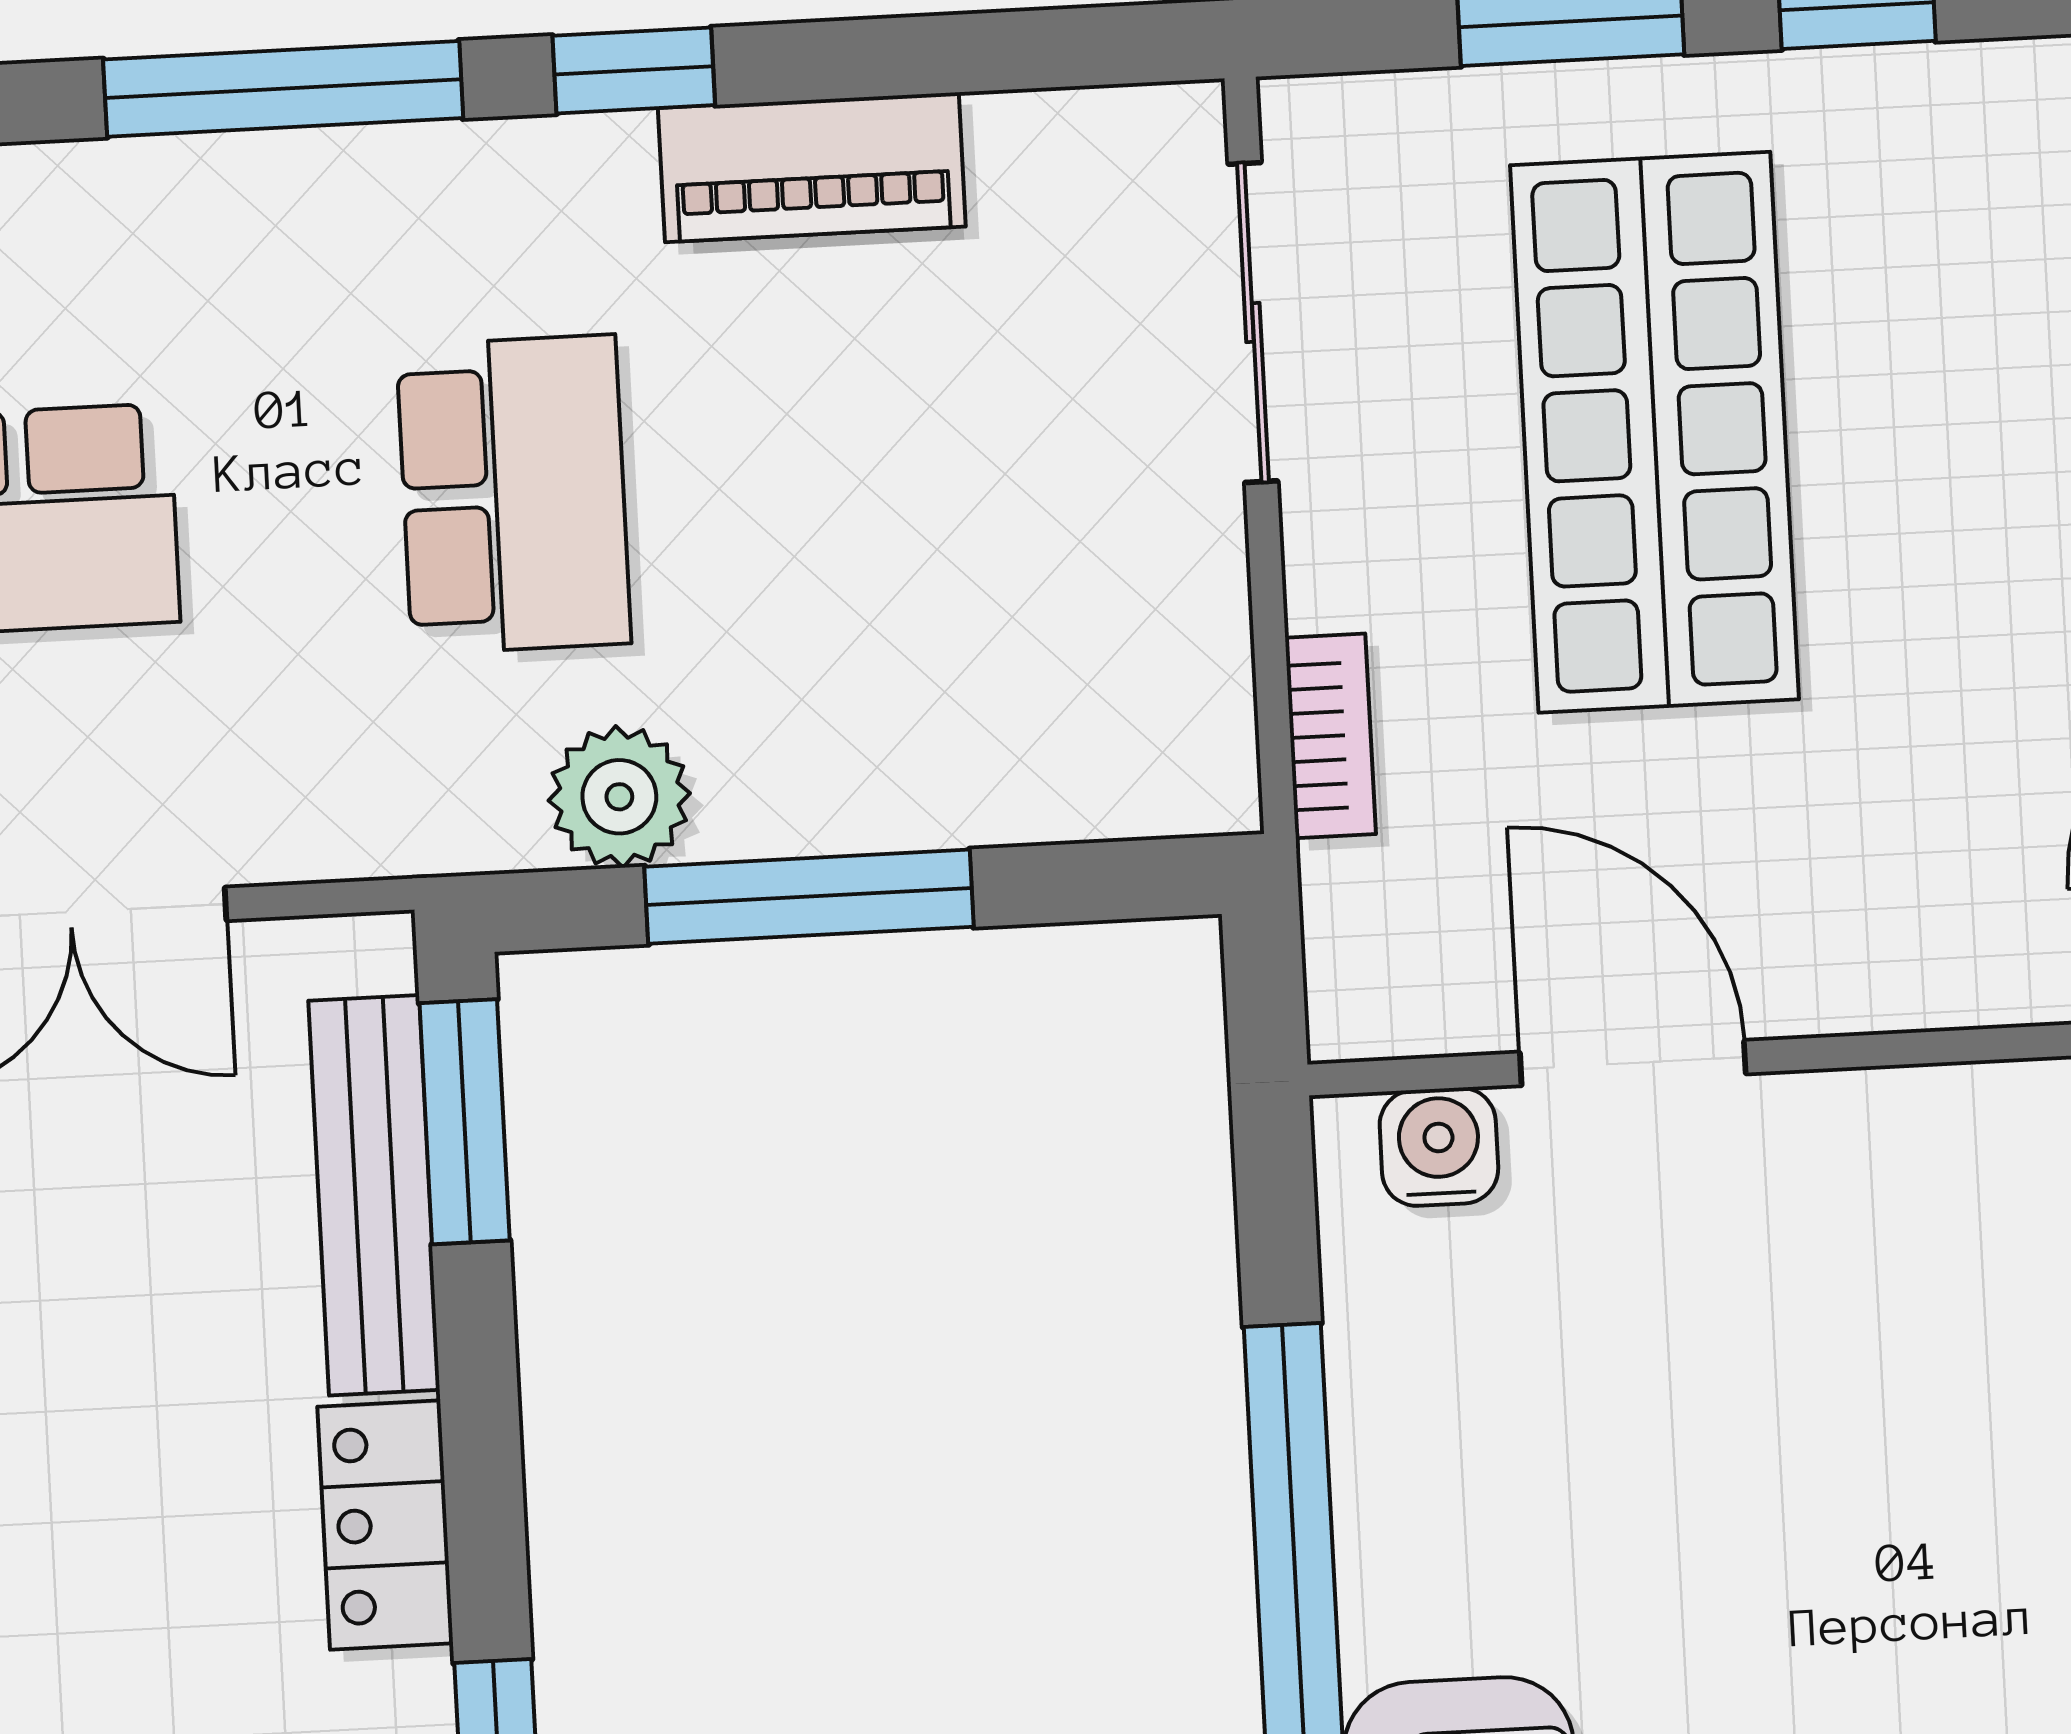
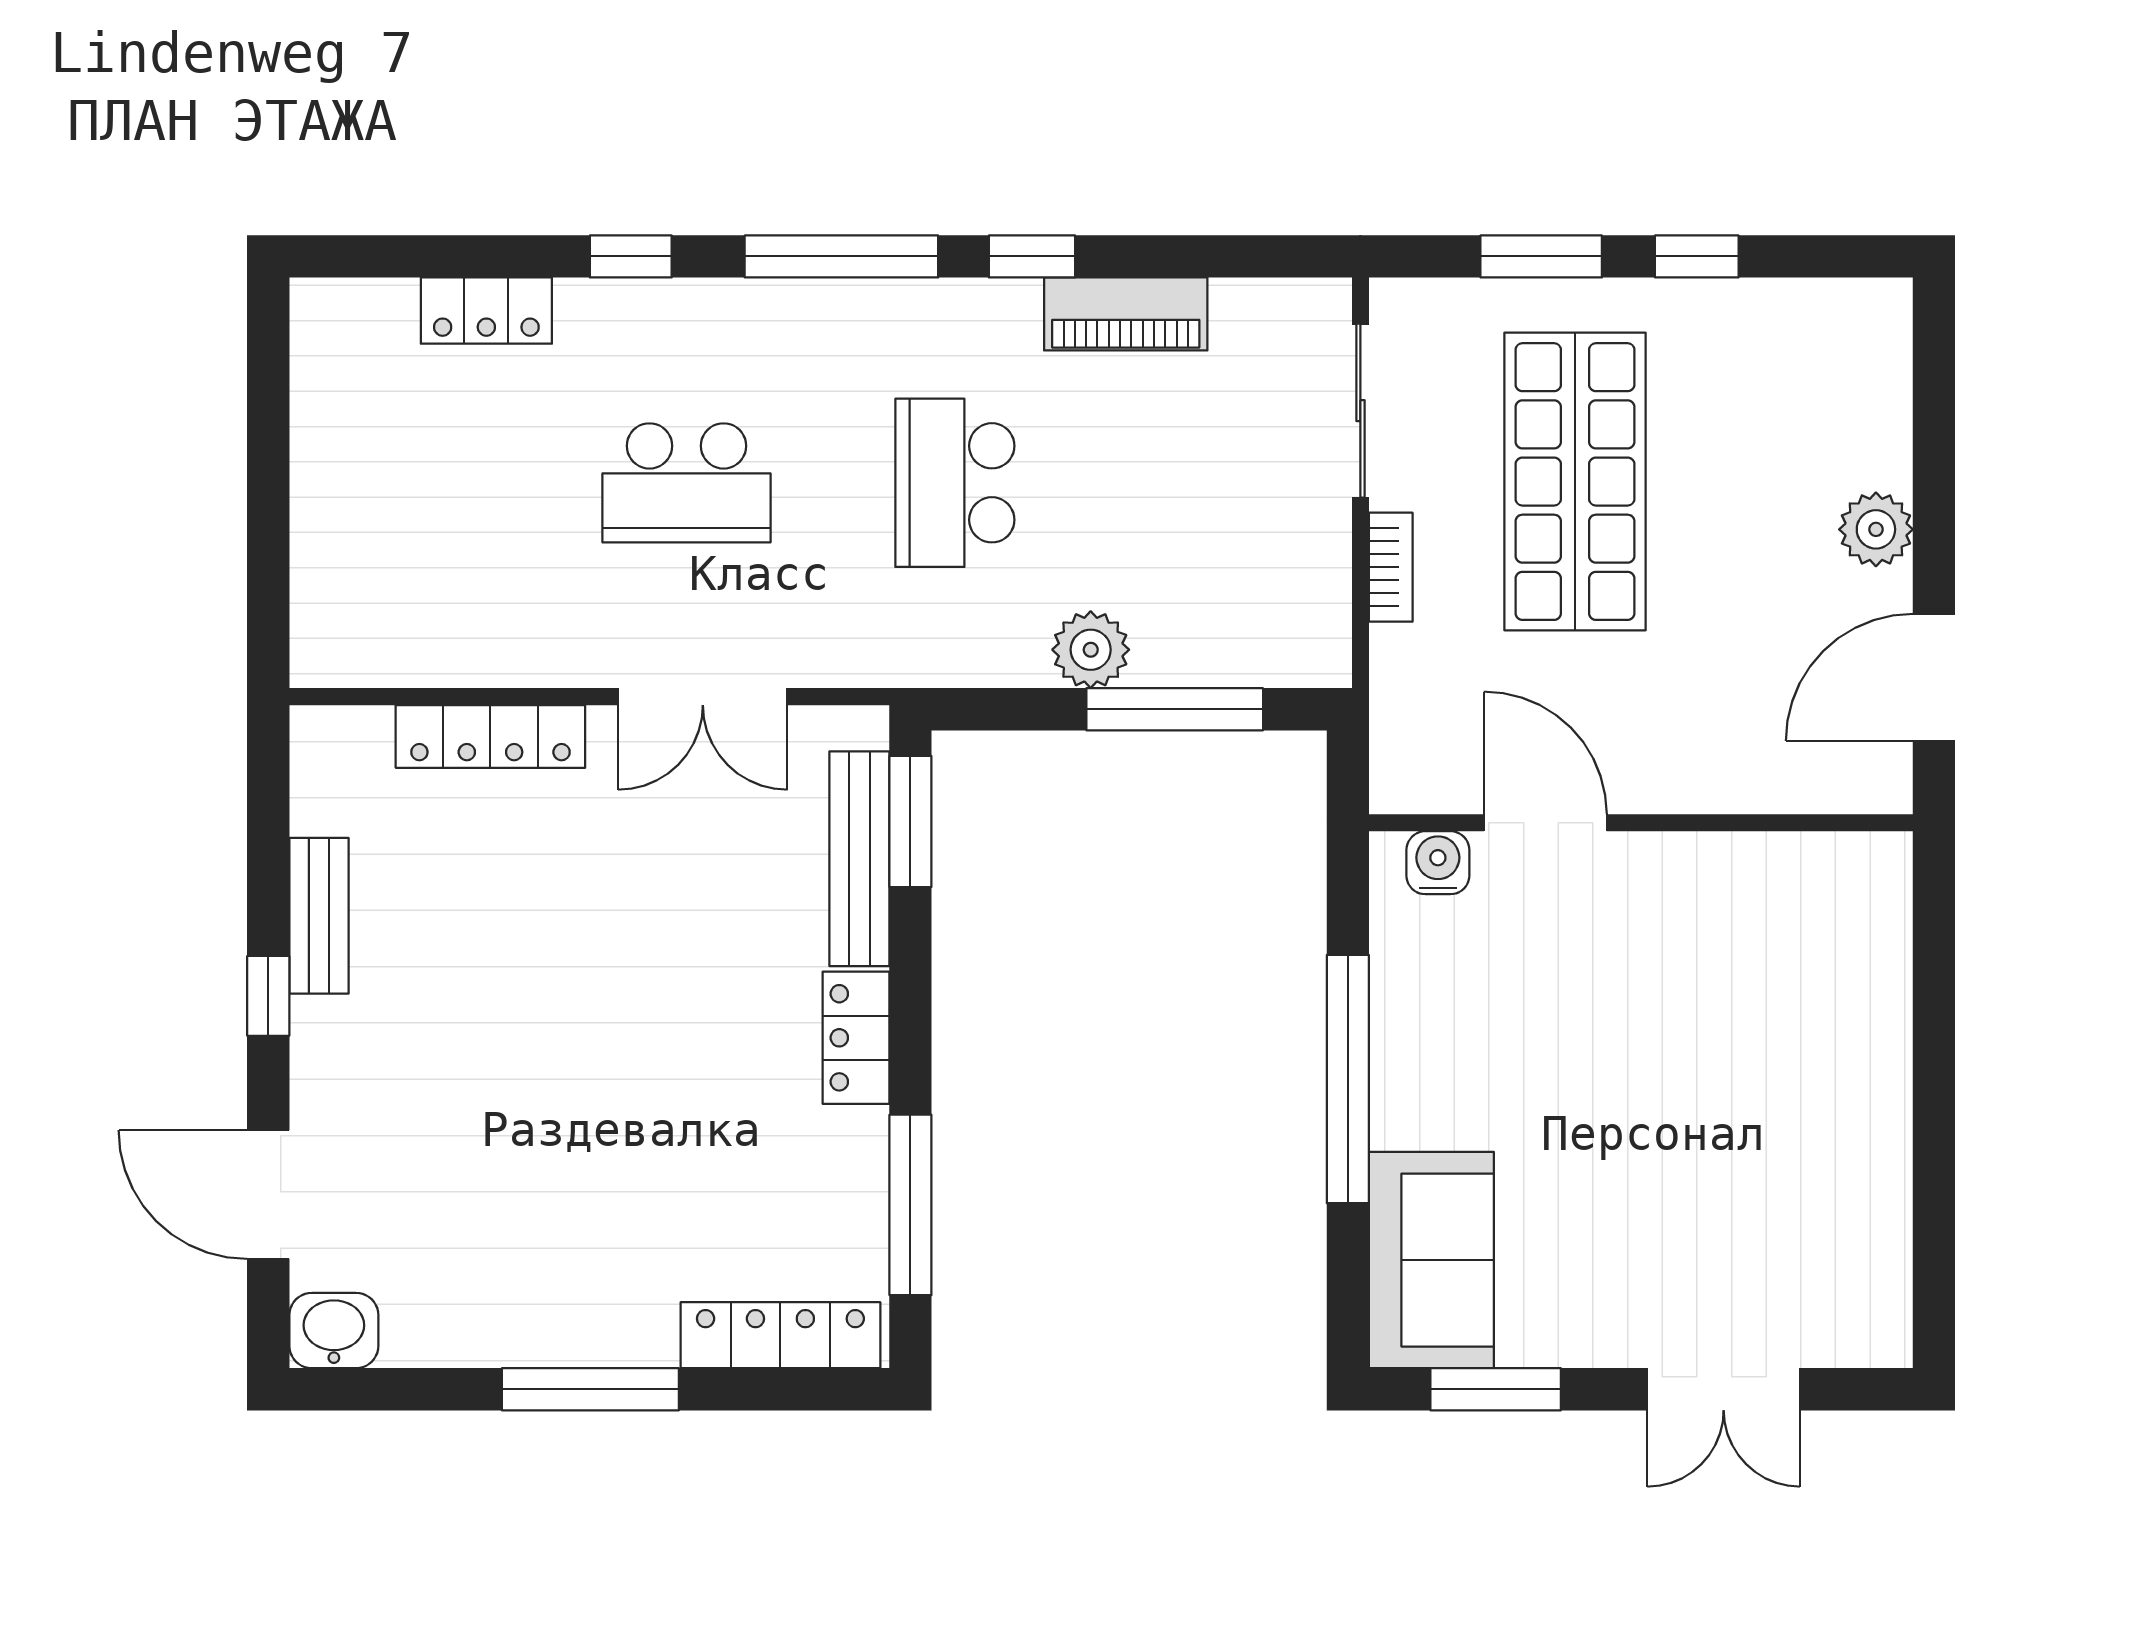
school desk: (514, 494) -> (955, 483), turned 180
bookcase: (1330, 736) -> (1391, 567), moved
plant: (619, 797) -> (1091, 650), moved
window: (809, 897) -> (1175, 709), moved

